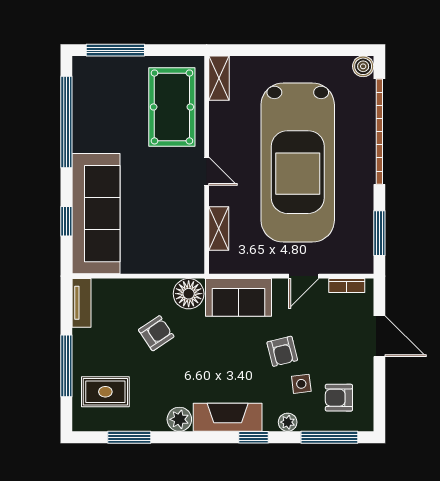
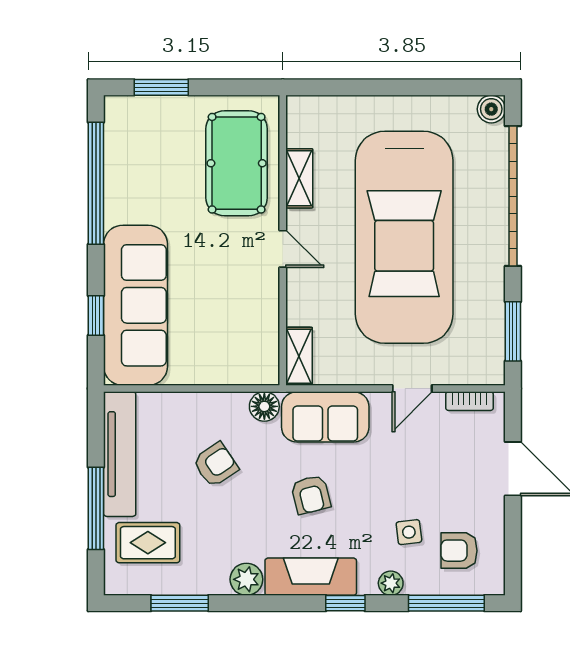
window: (115, 50) -> (161, 87), width x0.69
shelving: (219, 78) -> (299, 178), moved
shelving: (219, 229) -> (299, 356), moved
floor lamp: (189, 294) -> (264, 406), width x0.73, depth x0.73
tv unit: (82, 303) -> (120, 454), width x1.92, depth x1.29
armchair: (282, 351) -> (311, 495), moved

